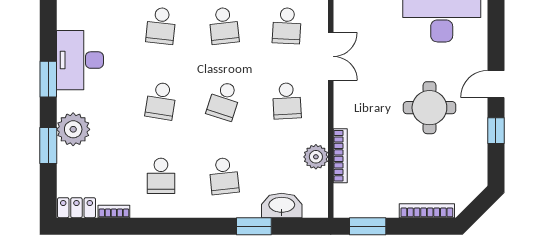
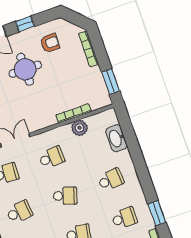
armchair: (455, 157) -> (50, 43), added
window: (254, 226) -> (157, 213), moved

